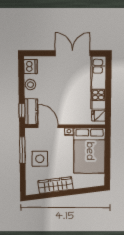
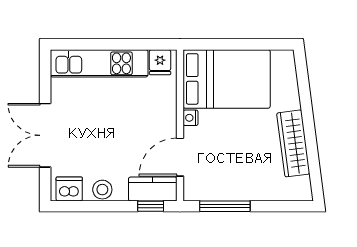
double door: (73, 53) -> (45, 135), moved
side table: (40, 159) -> (242, 173), removed

